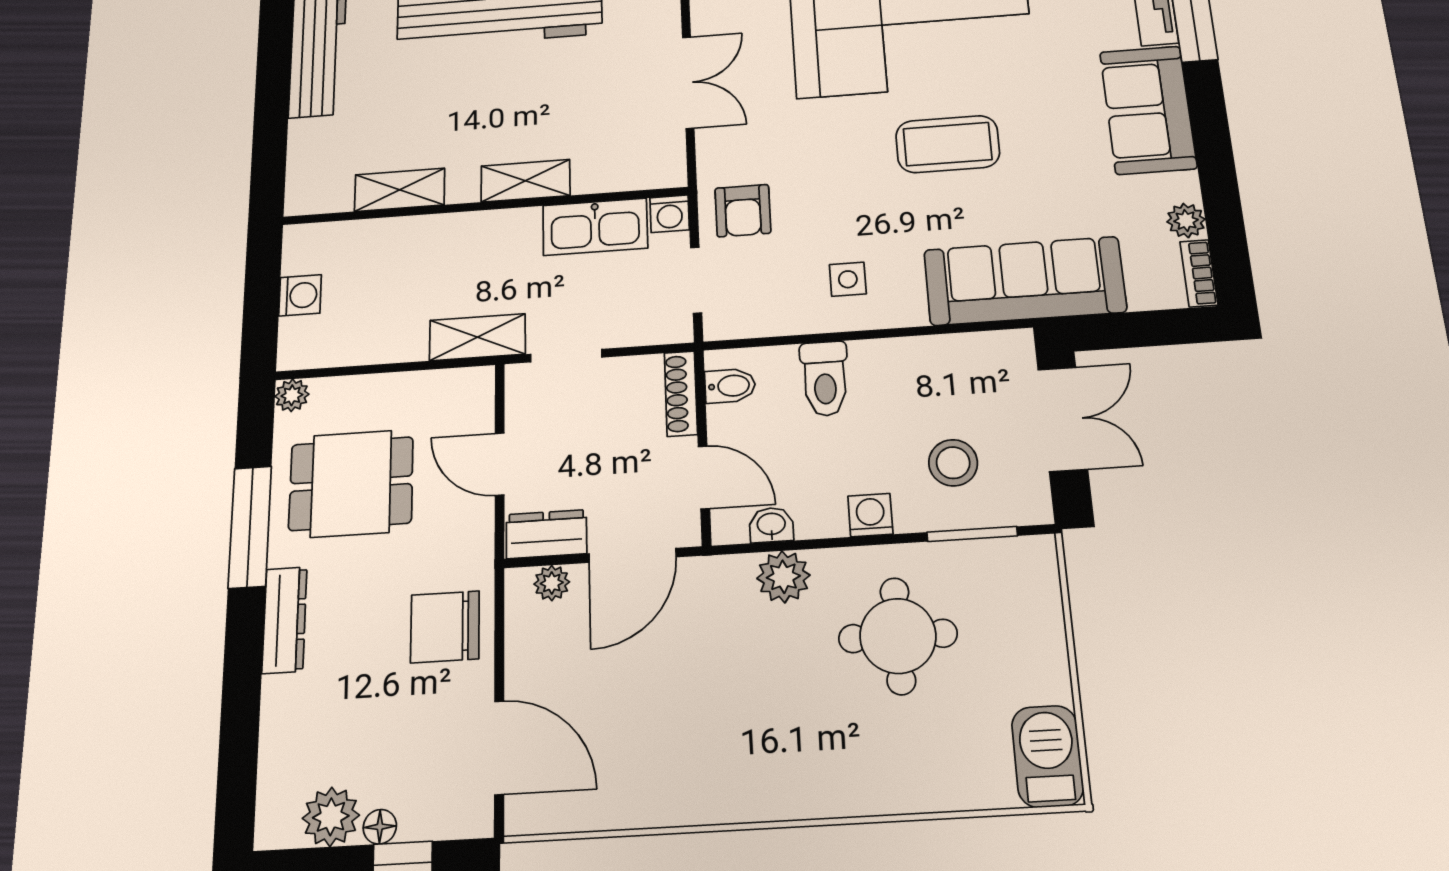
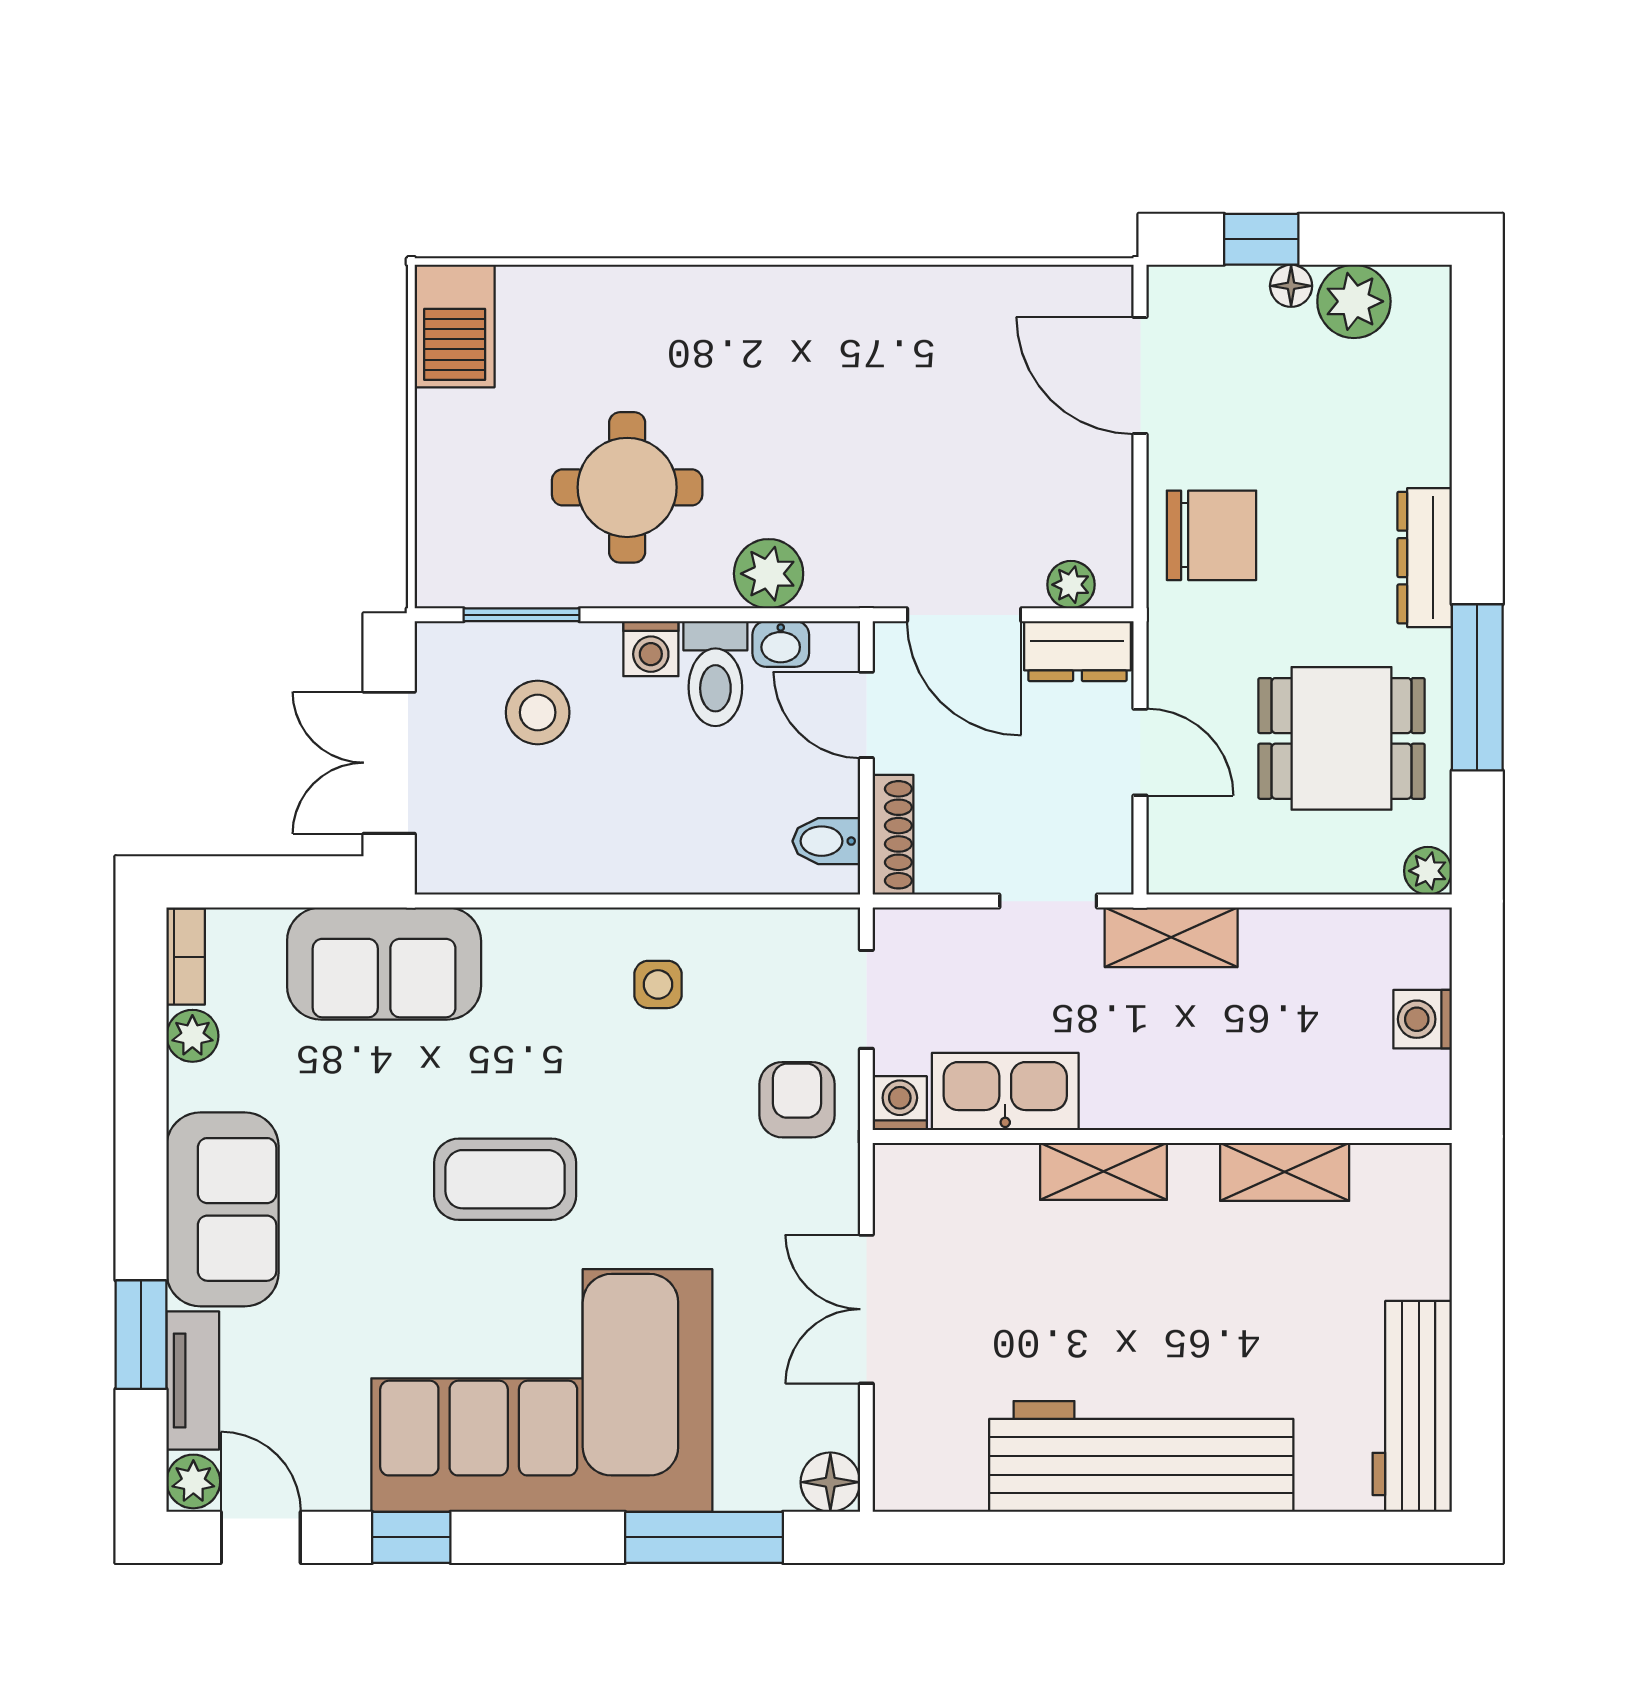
sofa: (1025, 281) -> (384, 964), width x0.73
toilet: (825, 379) -> (715, 674), moved, turned 180
door: (632, 555) -> (964, 615), swing flipped

